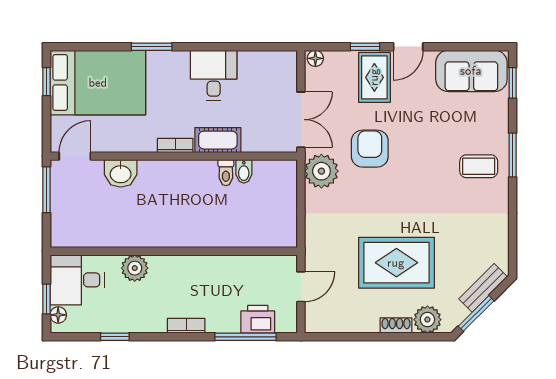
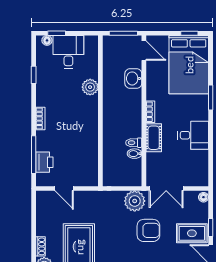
wall: (174, 251) -> (100, 111), moved
plant: (135, 268) -> (90, 87), moved

